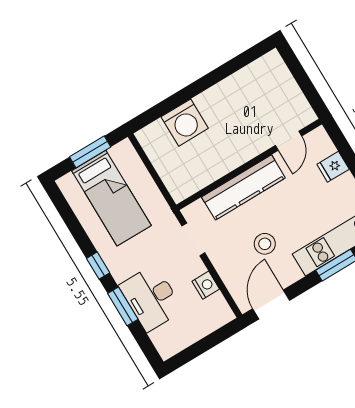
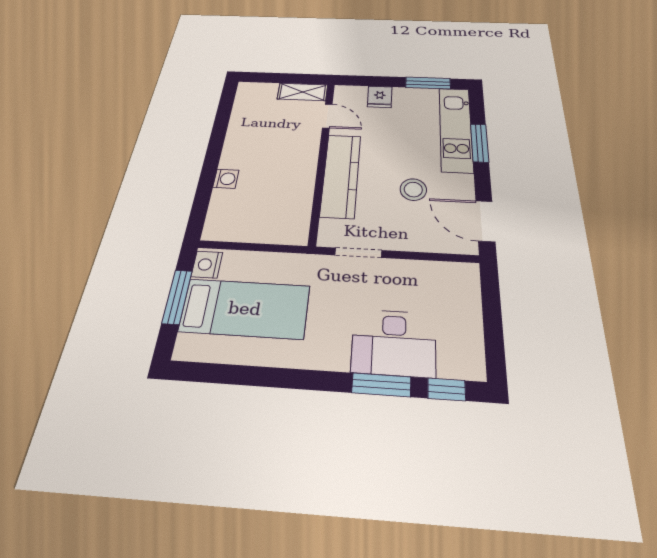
shelving: (299, 105) -> (303, 92), added
washing machine: (185, 123) -> (226, 179), width x0.53, depth x0.53
window: (98, 266) -> (447, 389), moved
nightstand: (206, 285) -> (207, 265), moved, turned -90

